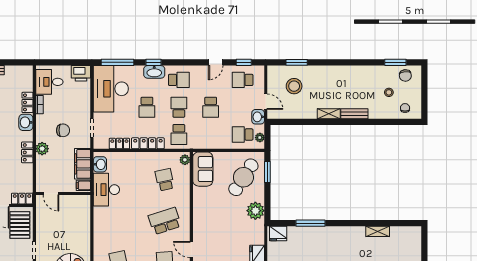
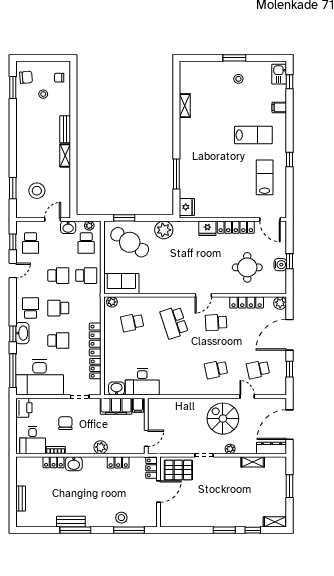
door: (216, 62) -> (13, 271), hinge flipped
chair: (63, 130) -> (65, 423), moved
school desk: (179, 135) -> (86, 276), moved
locker: (27, 152) -> (118, 462), moved

